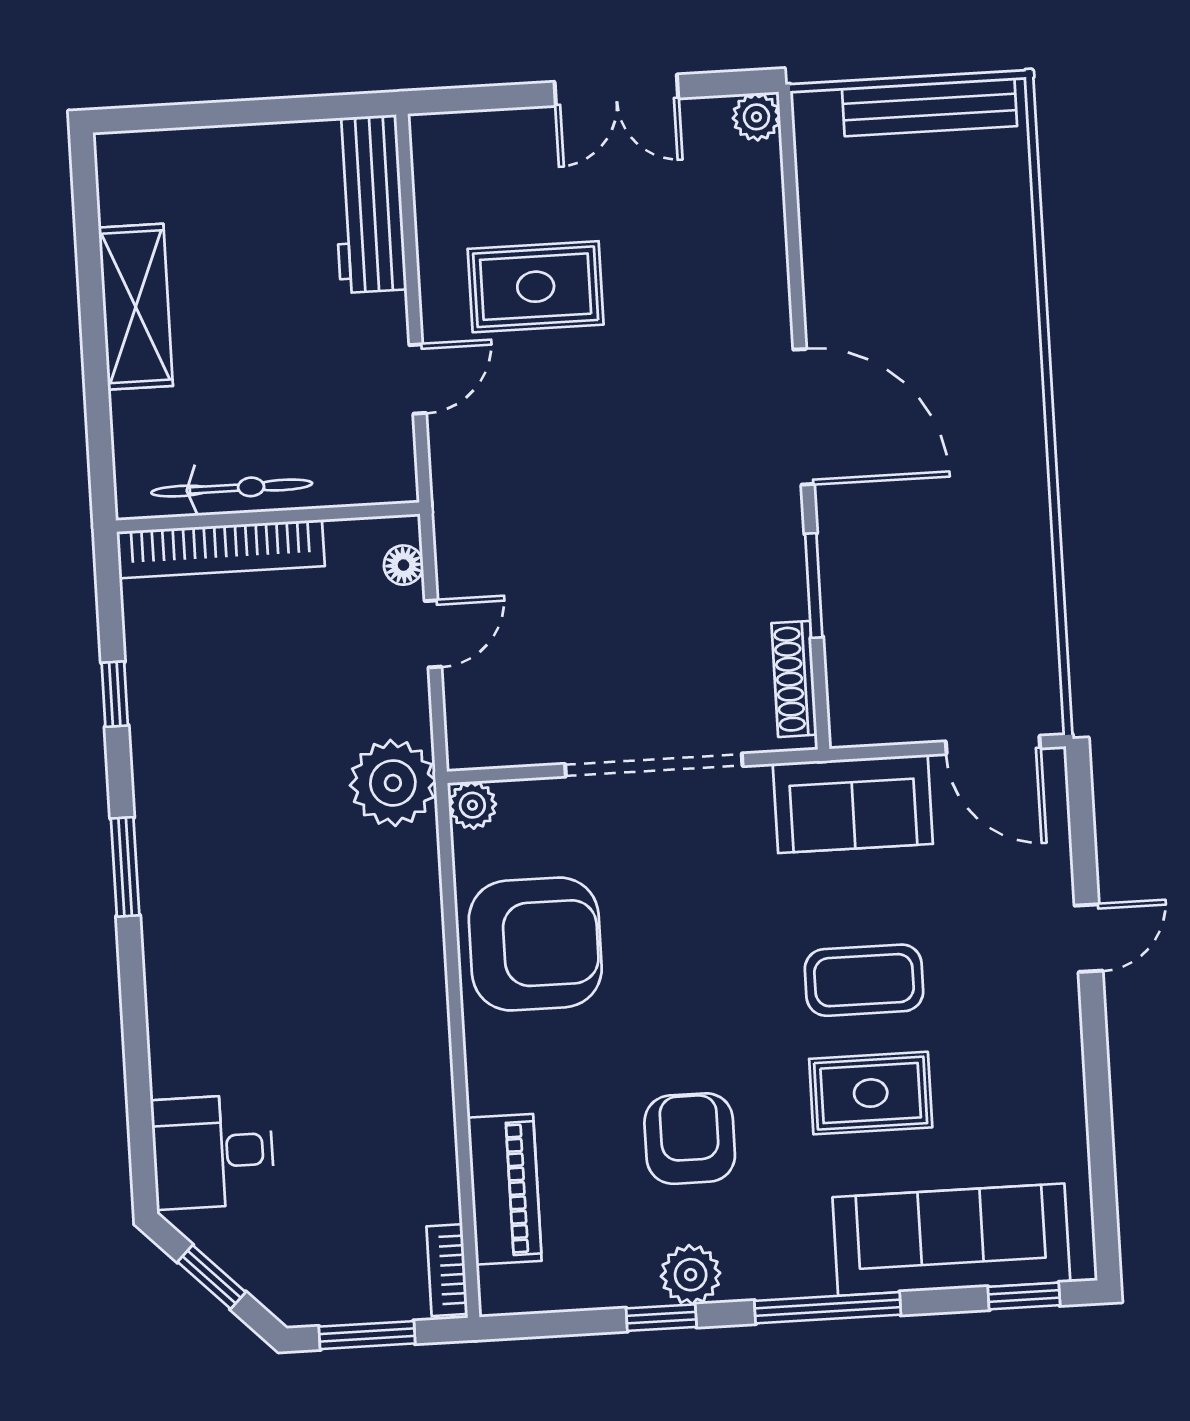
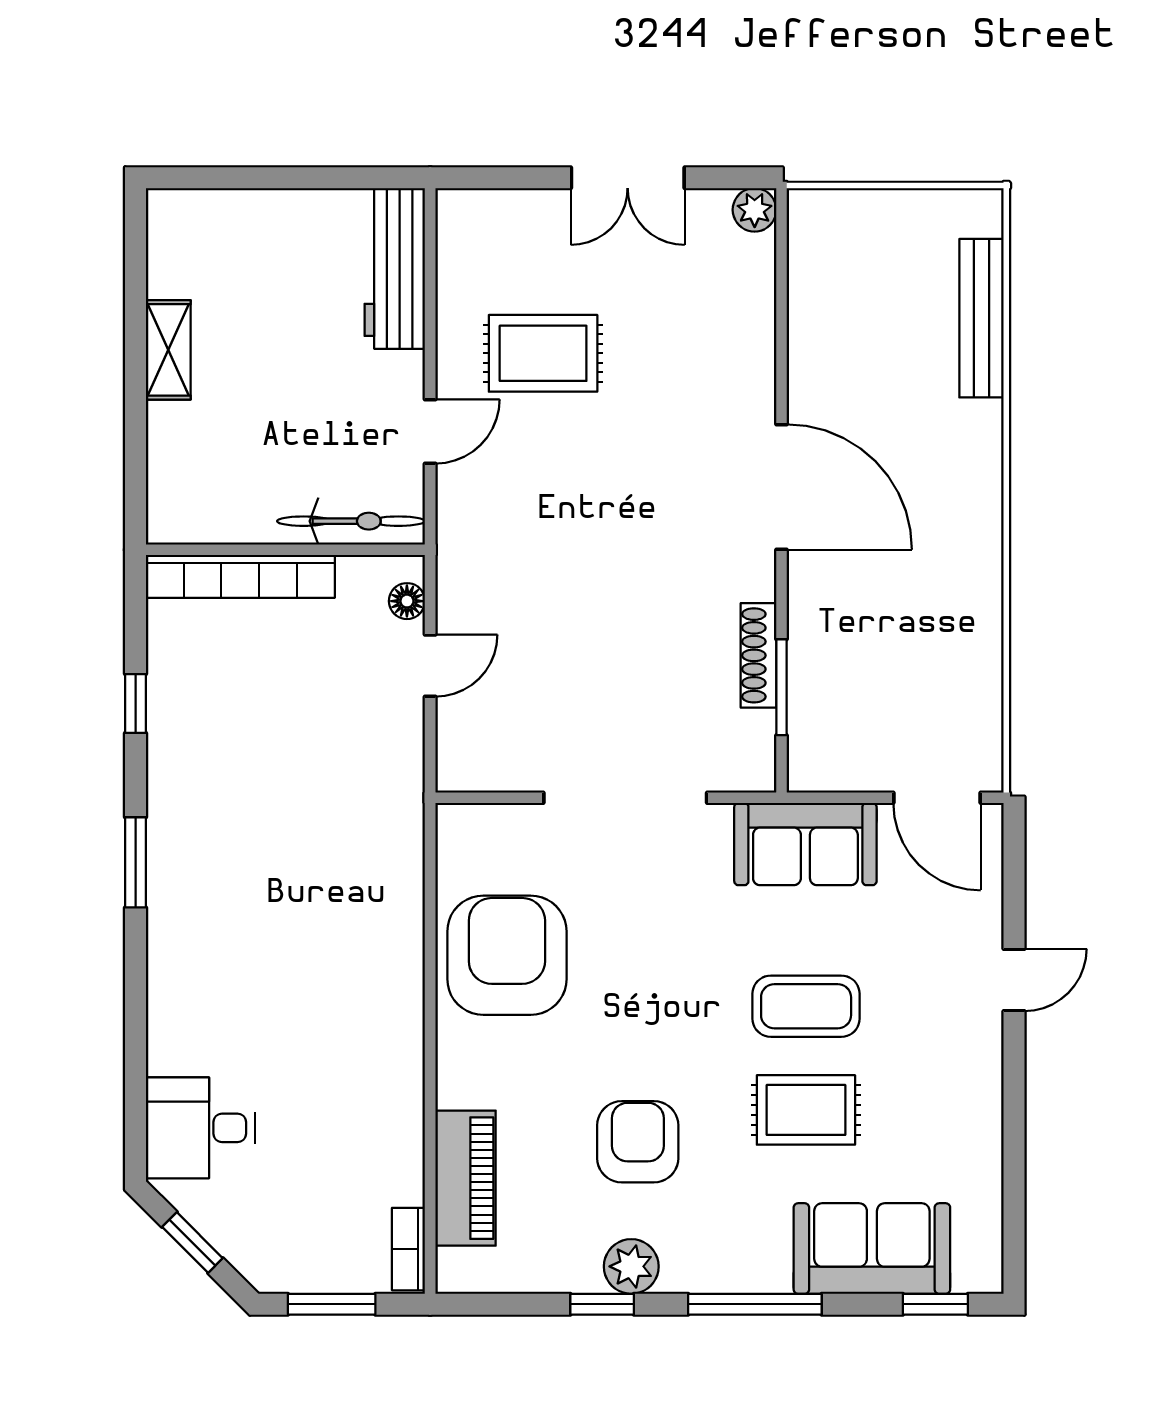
bench: (929, 107) -> (981, 318), moved, turned 90
shelving: (136, 307) -> (168, 350), width x0.67, depth x0.75
bicycle: (232, 488) -> (351, 521), moved
window: (814, 585) -> (781, 687), moved
shoe rack: (794, 679) -> (759, 655), moved
plant: (393, 783) -> (385, 800), removed
plant: (472, 805) -> (457, 825), removed
armchair: (535, 944) -> (507, 955), turned -90
sofa: (951, 1240) -> (872, 1249), width x0.73

